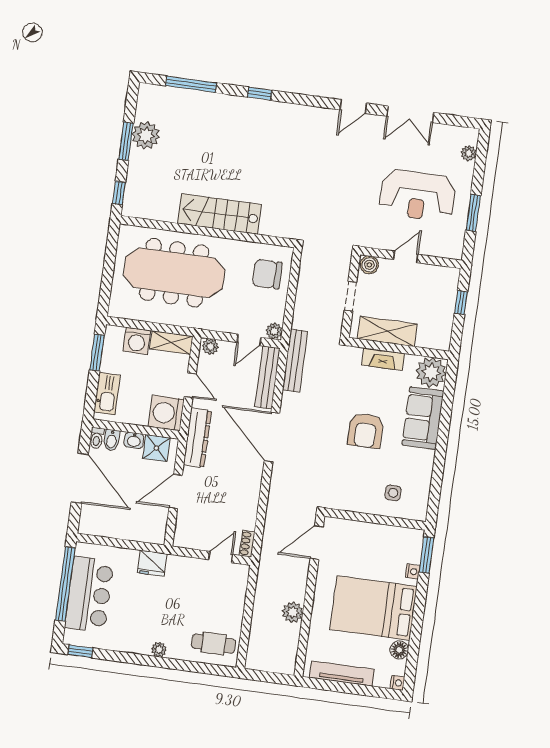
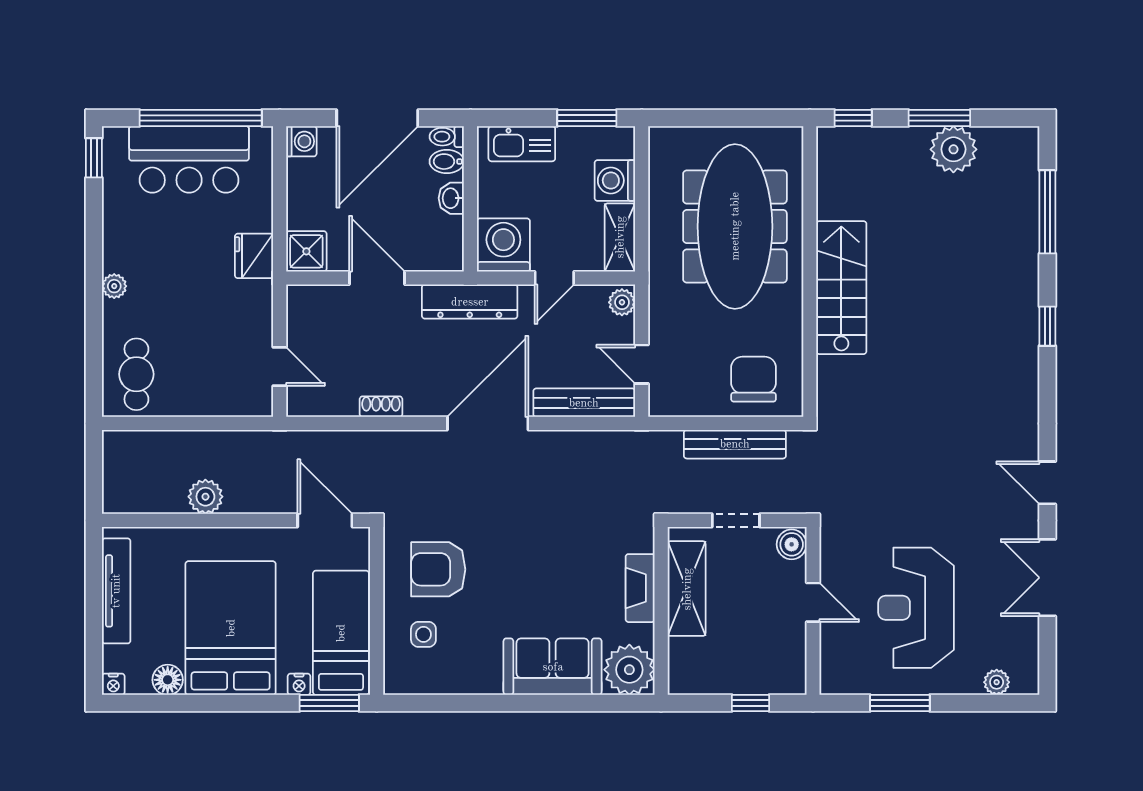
plant: (274, 331) -> (662, 403), removed
bench: (295, 361) -> (735, 444), moved
armchair: (366, 431) -> (438, 569), moved
shower: (156, 448) -> (306, 251), moved
washing machine: (88, 526) -> (301, 141), added
bed: (385, 542) -> (341, 633), added
shoe rack: (247, 544) -> (381, 407), moved

